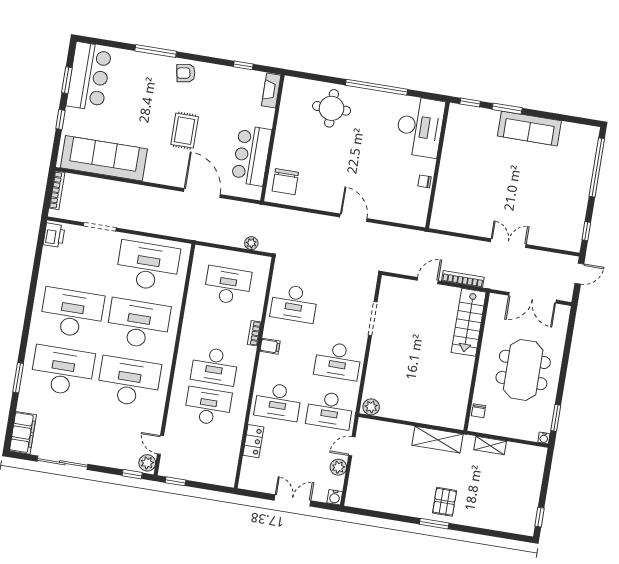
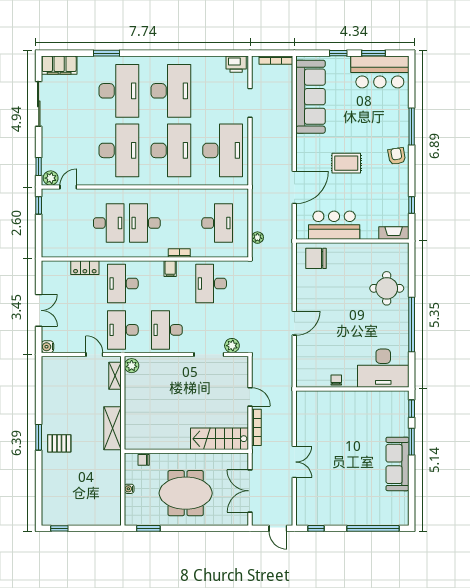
water cooler: (544, 438) -> (129, 489), moved
shelving: (490, 445) -> (115, 376), moved
plant: (338, 467) -> (232, 346), moved

